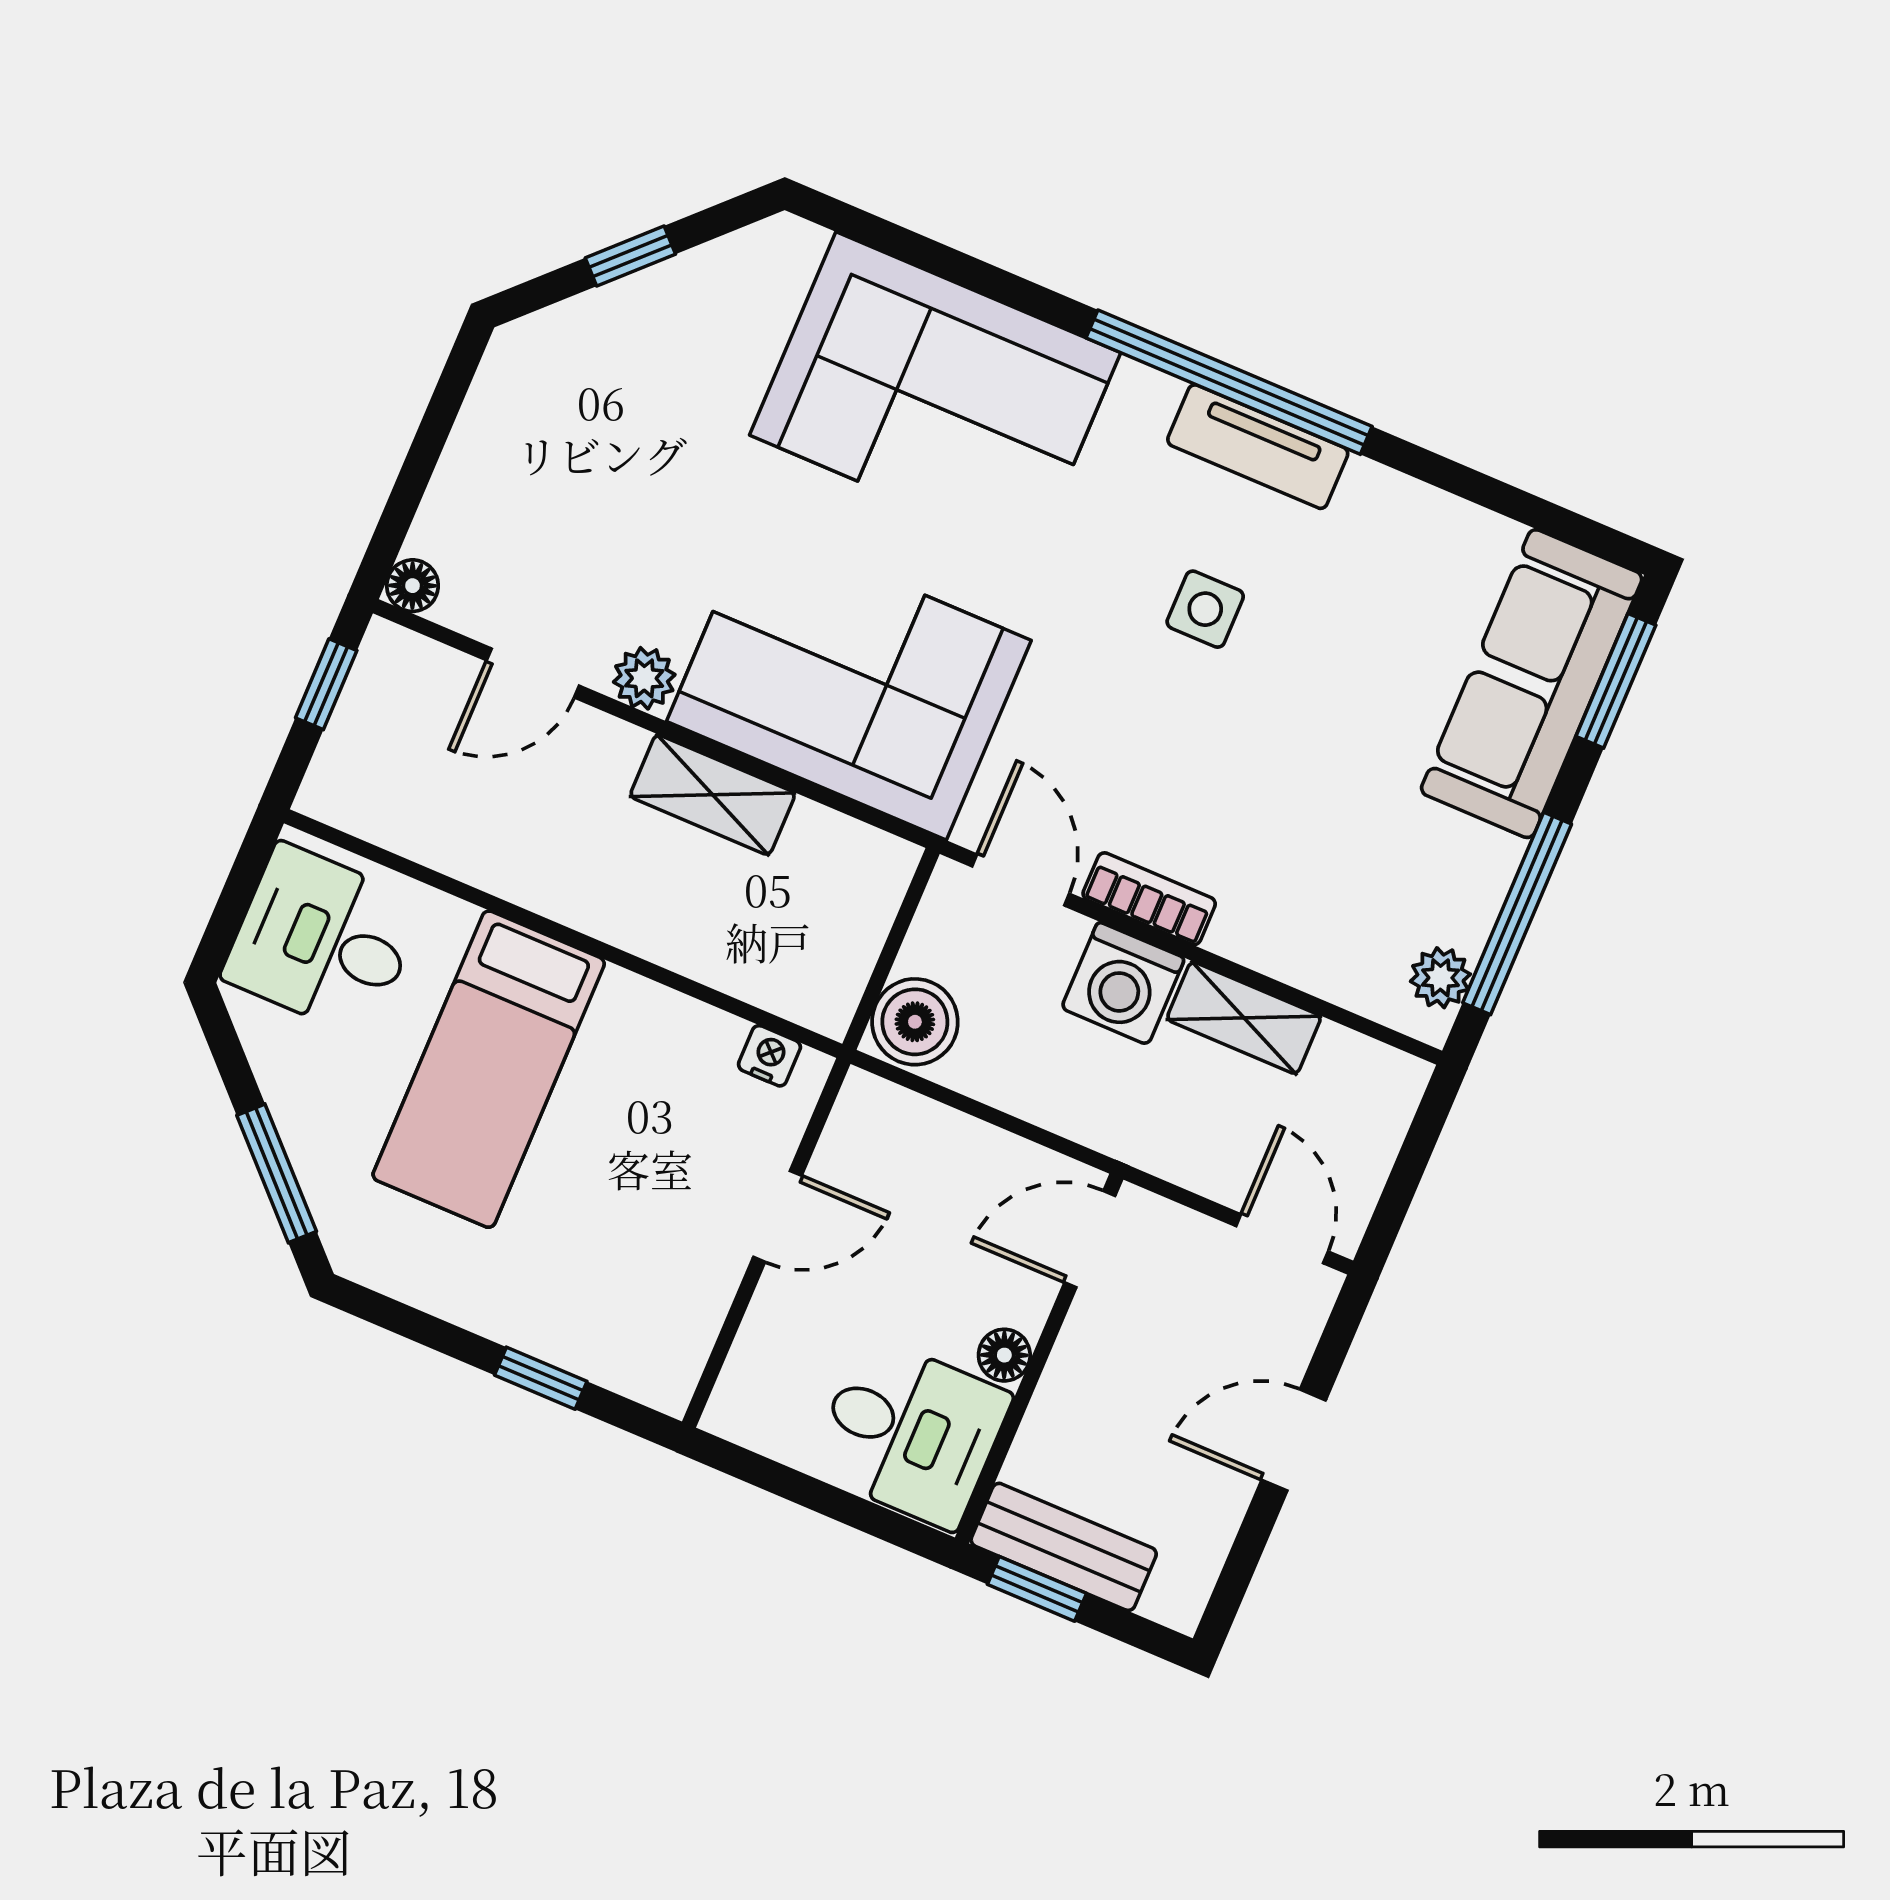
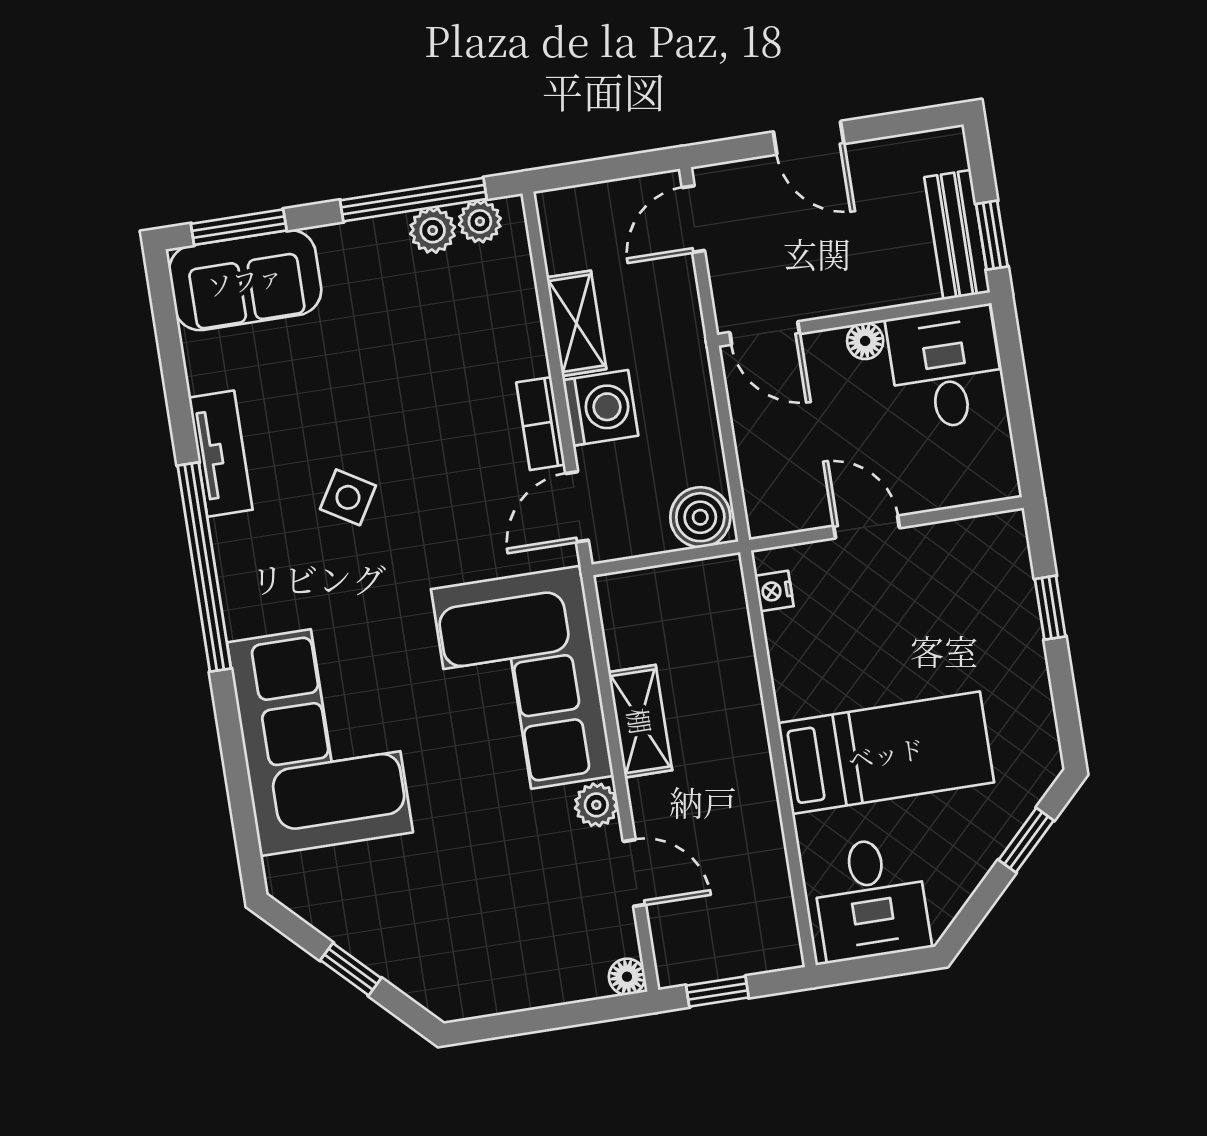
tv unit: (1258, 447) -> (221, 454), moved
side table: (1205, 609) -> (348, 497), turned 31
sofa: (1532, 684) -> (245, 280), width x0.73
plant: (1465, 914) -> (433, 230), added
window: (277, 1173) -> (1026, 840), width x0.67

